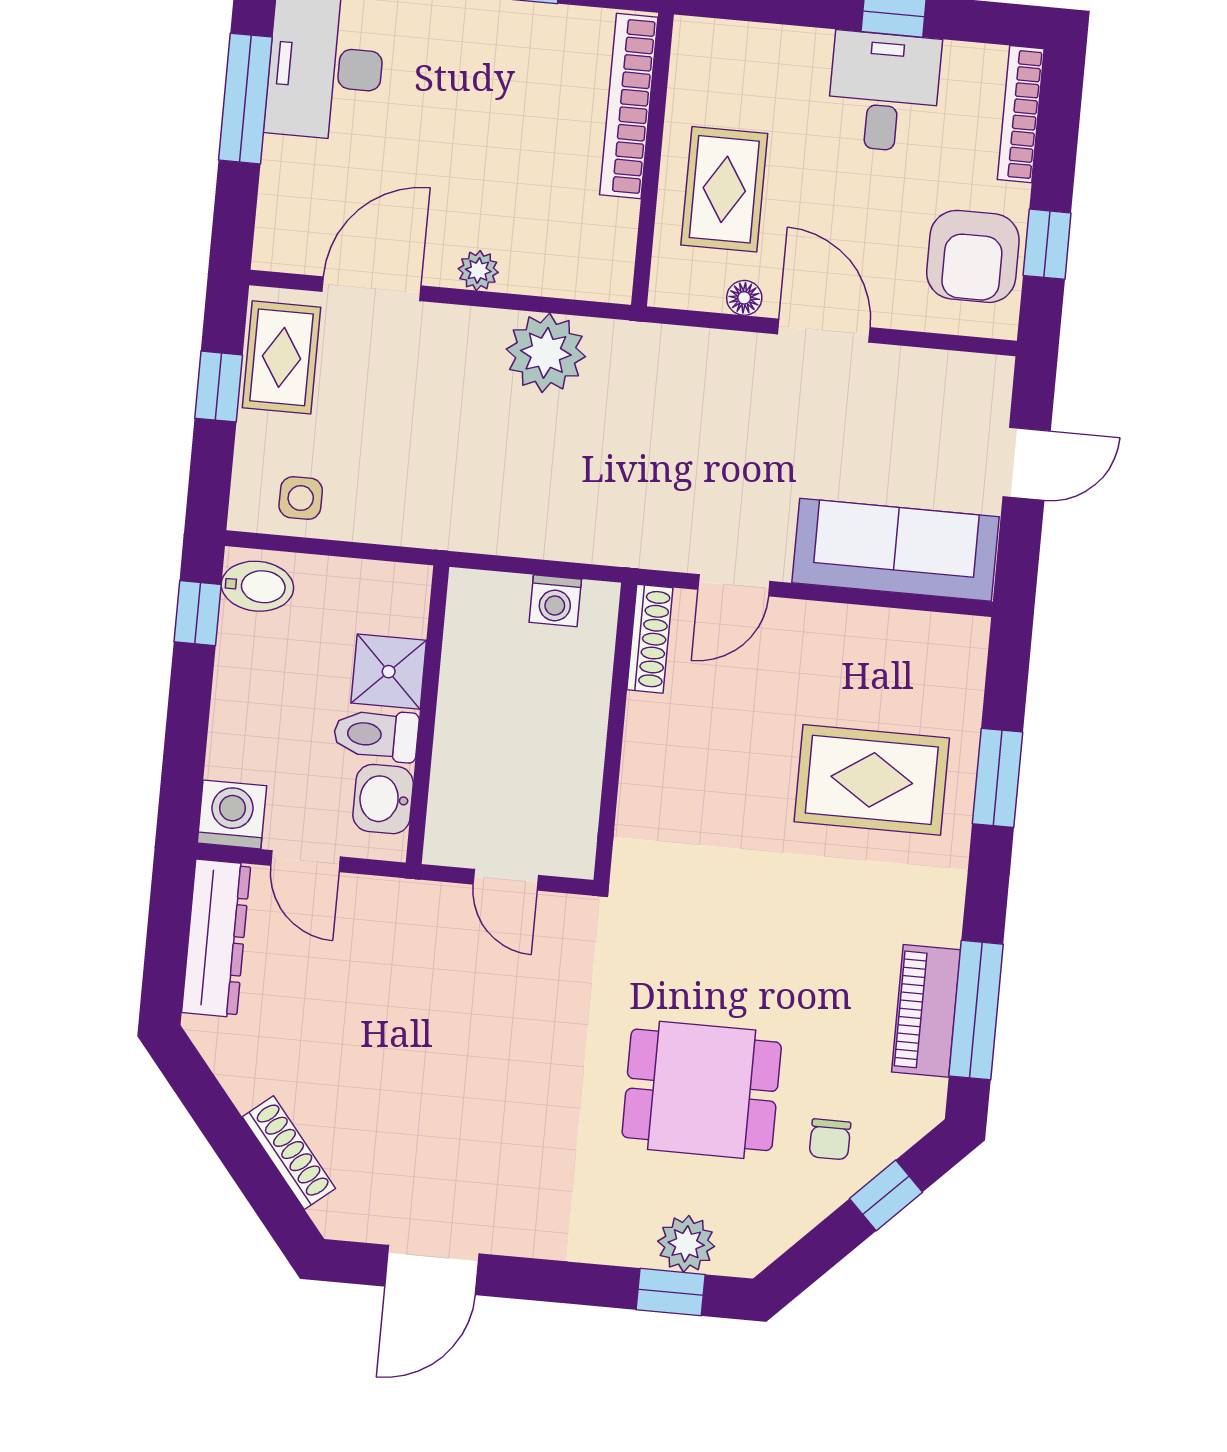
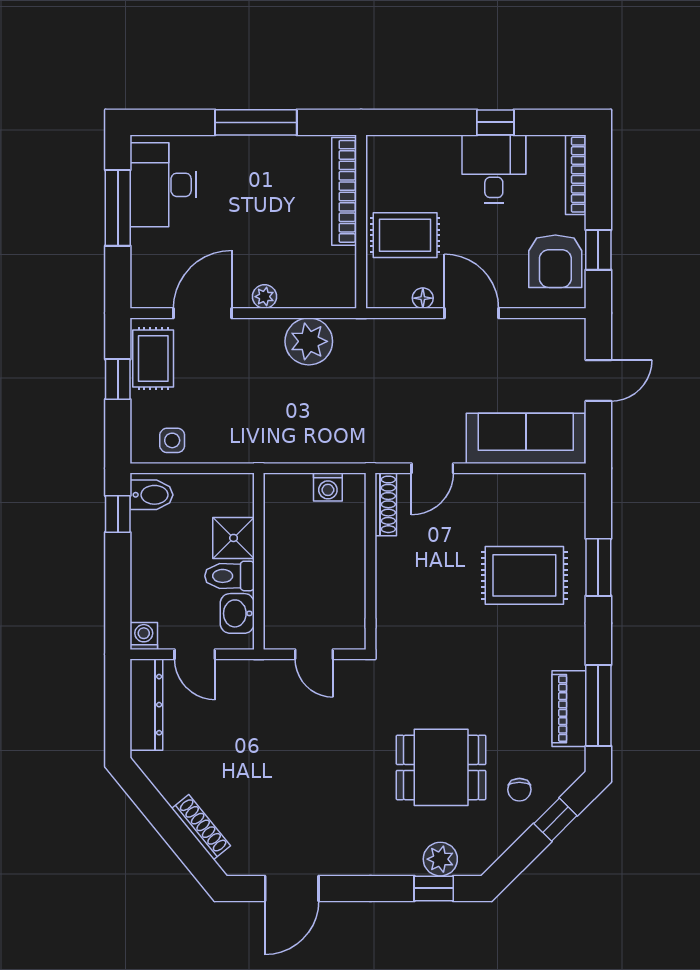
rug: (724, 189) -> (405, 235), turned 90
washing machine: (232, 814) -> (144, 636), width x0.73, depth x0.73

